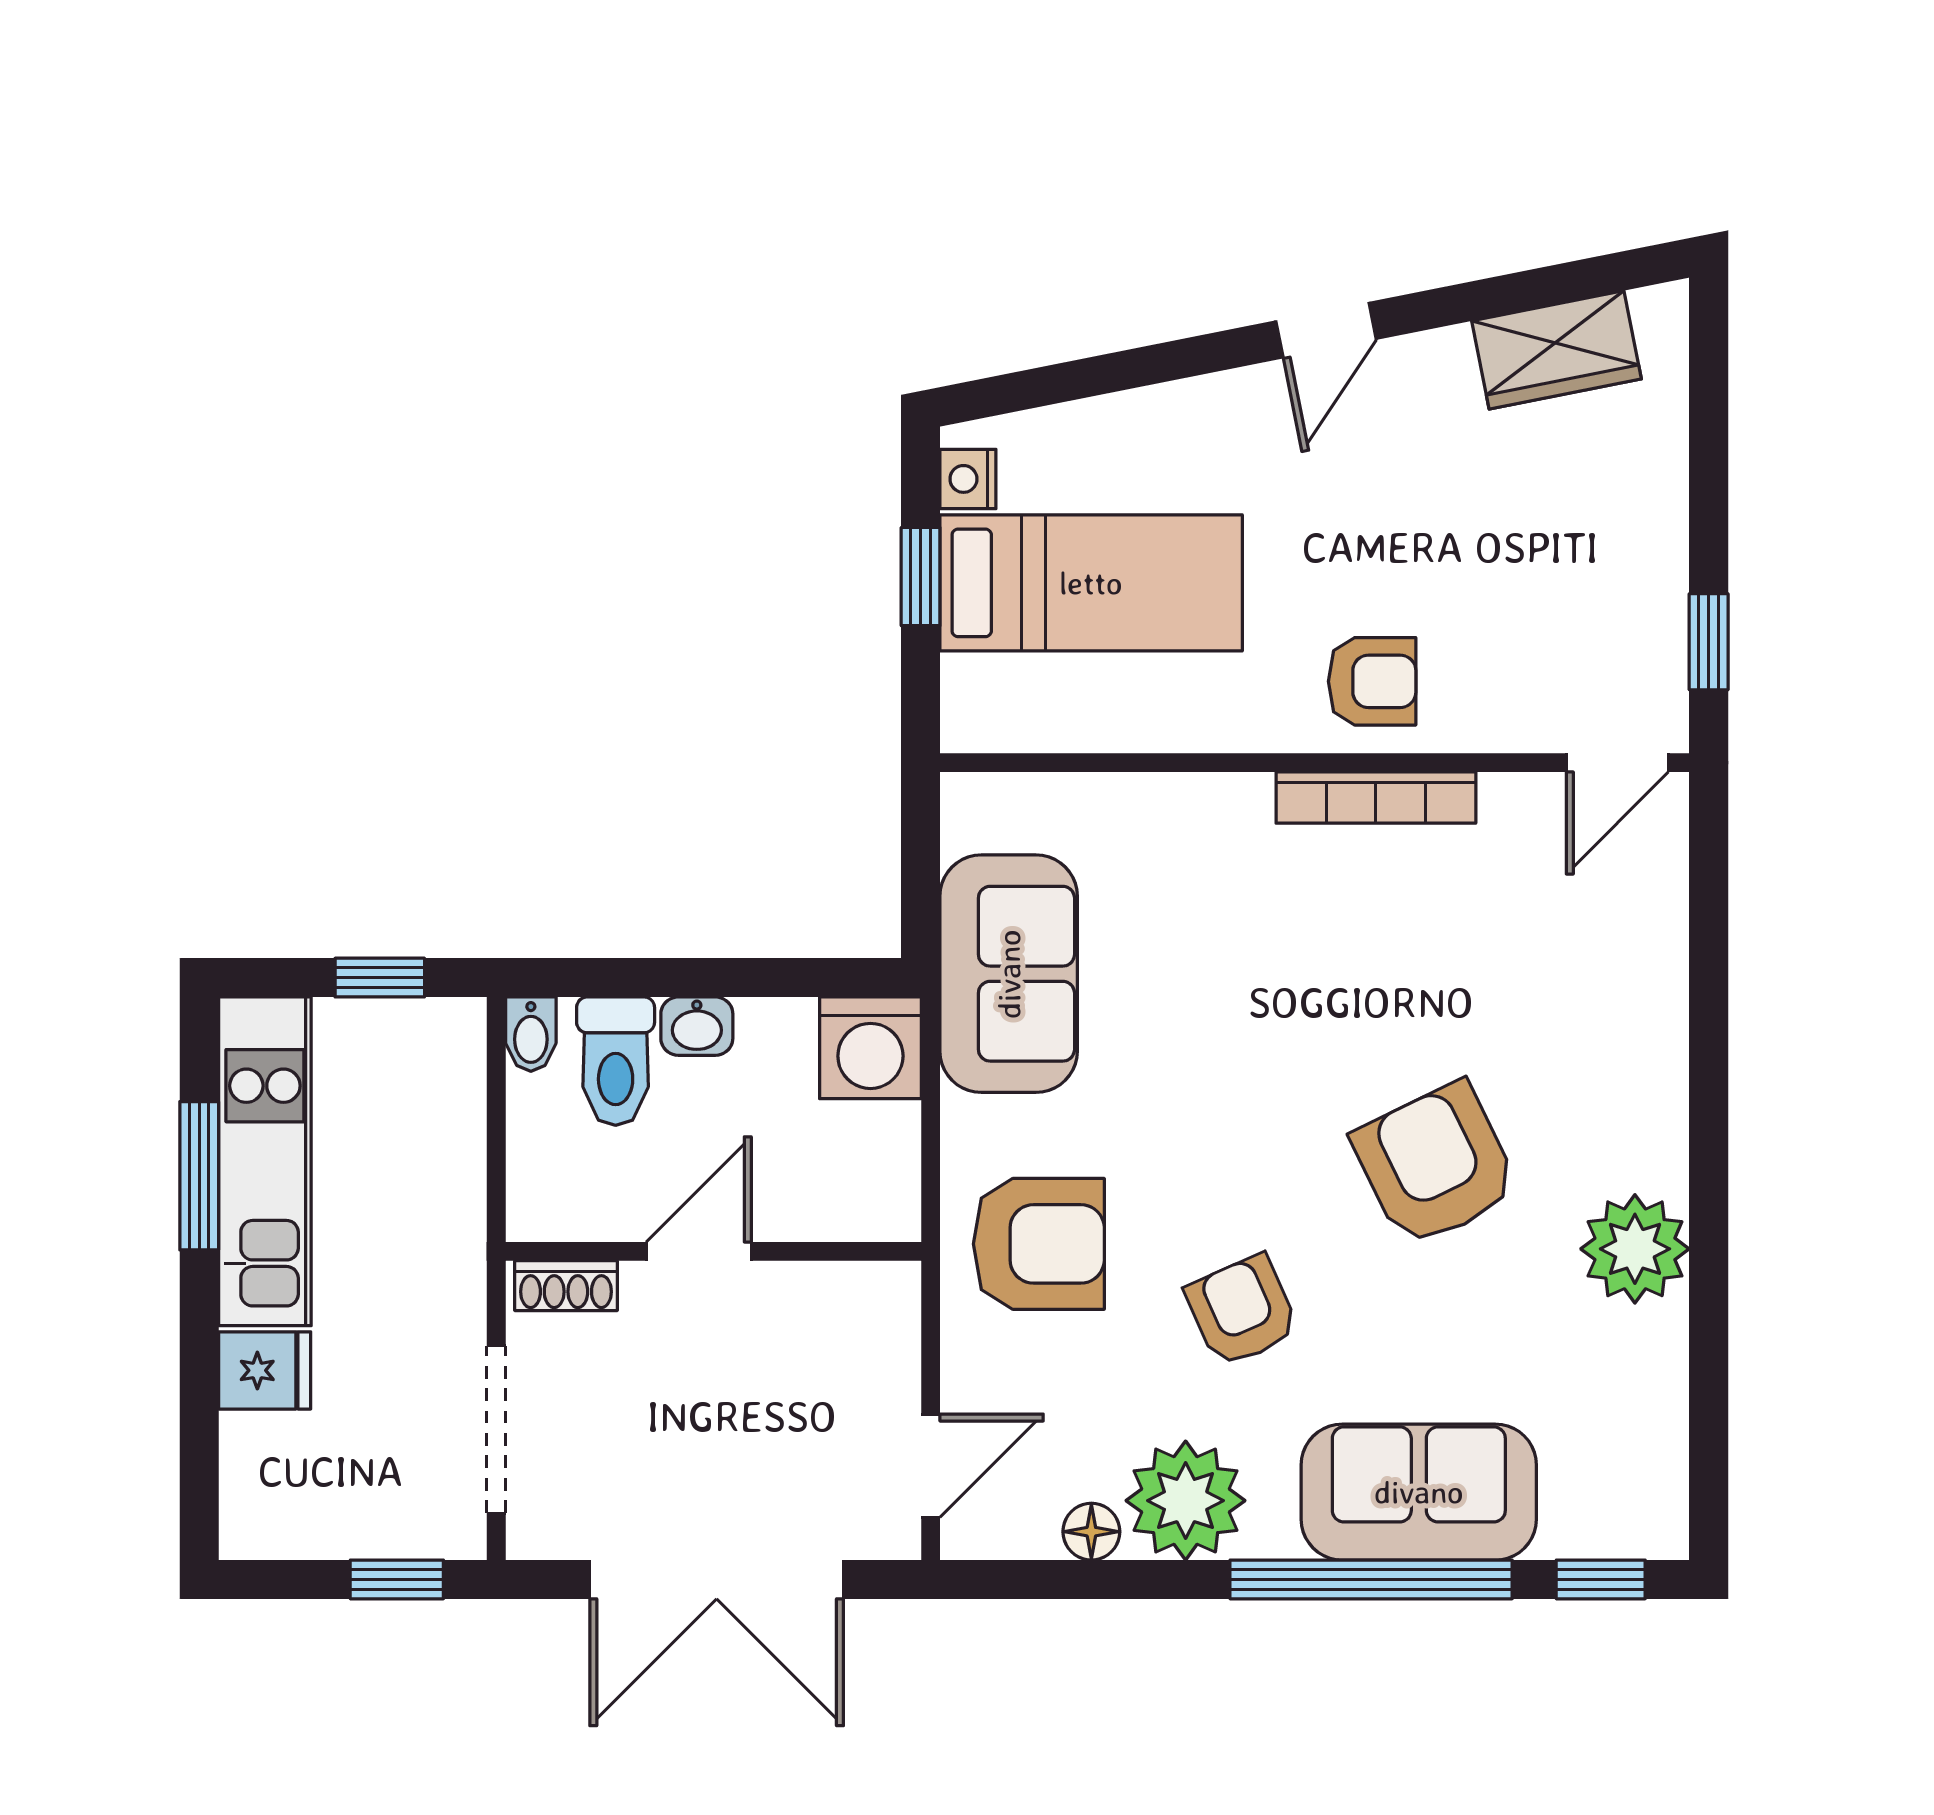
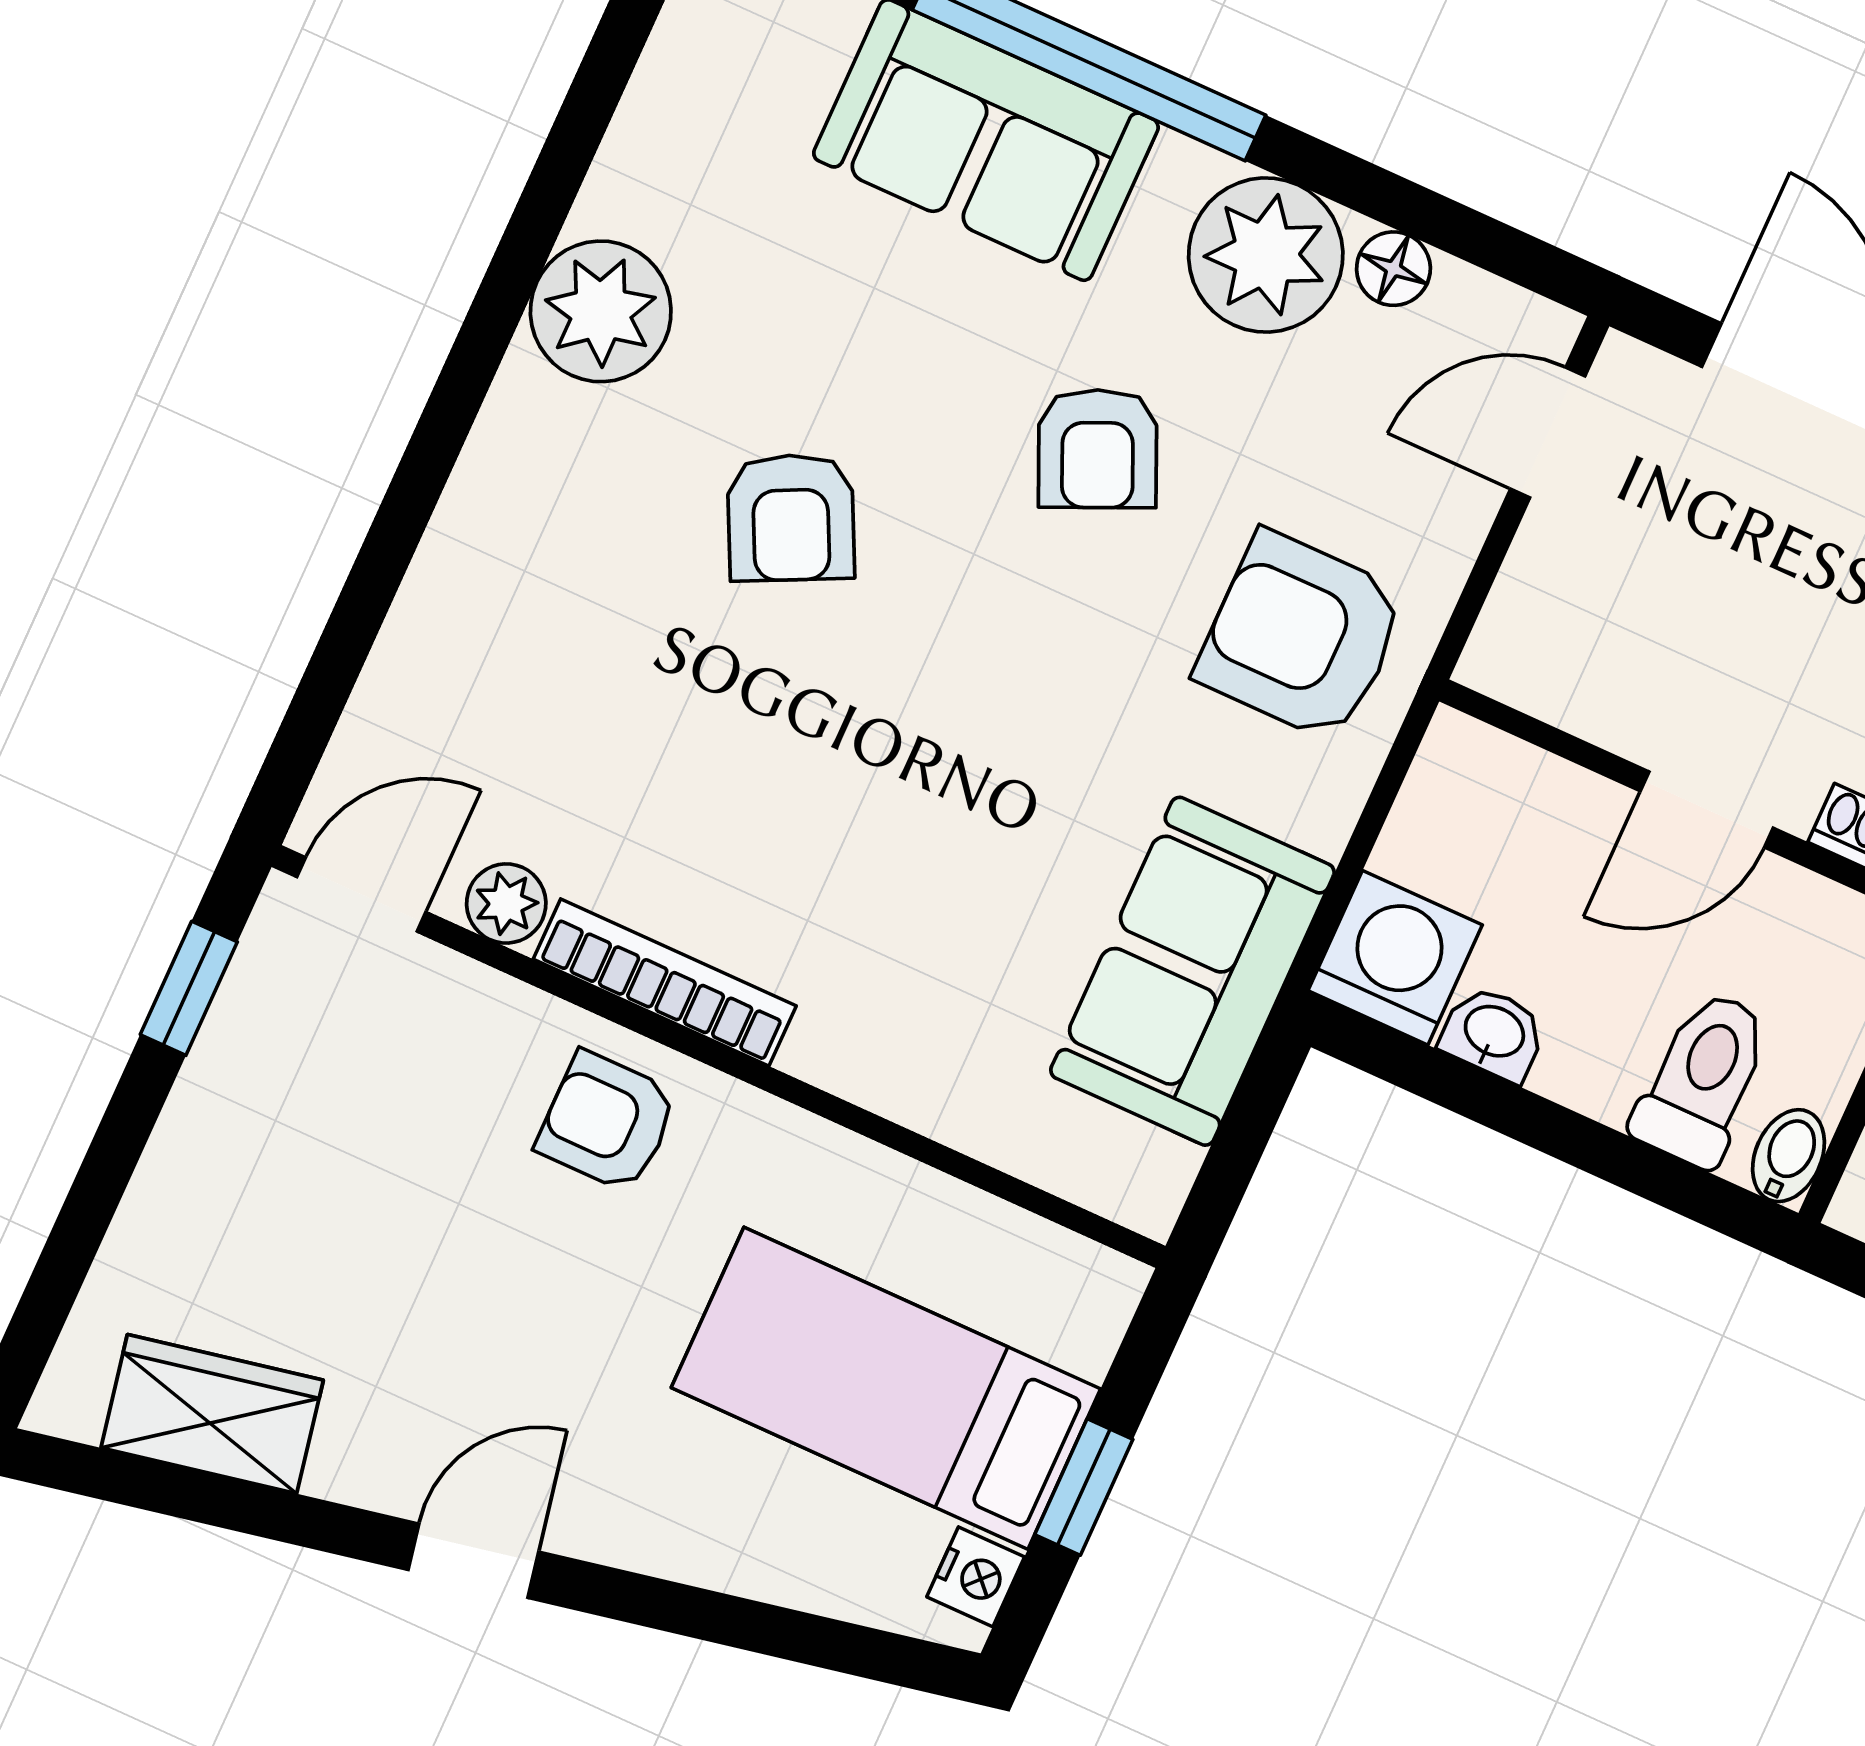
plant: (1513, 803) -> (506, 903), added
washbasin: (697, 1026) -> (1493, 1033), moved
armchair: (1436, 1165) -> (791, 518), width x0.72, depth x0.72

